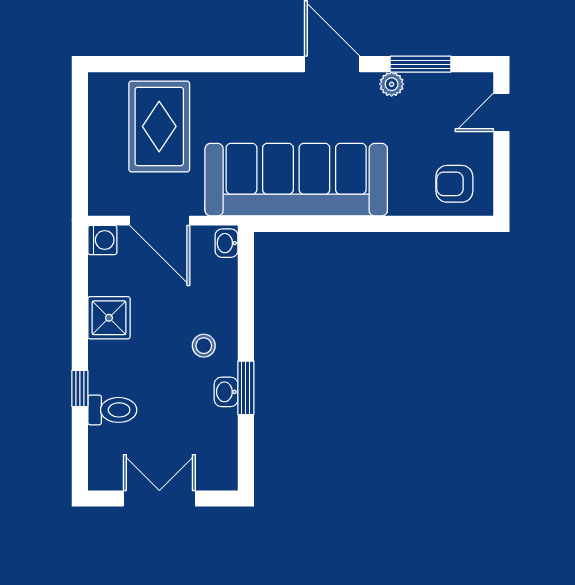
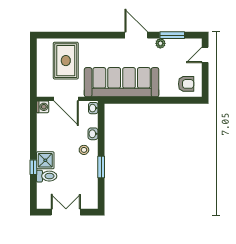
armchair: (454, 184) -> (186, 84), turned 180
shower: (109, 318) -> (45, 160), moved
washbasin: (226, 392) -> (93, 134), moved

